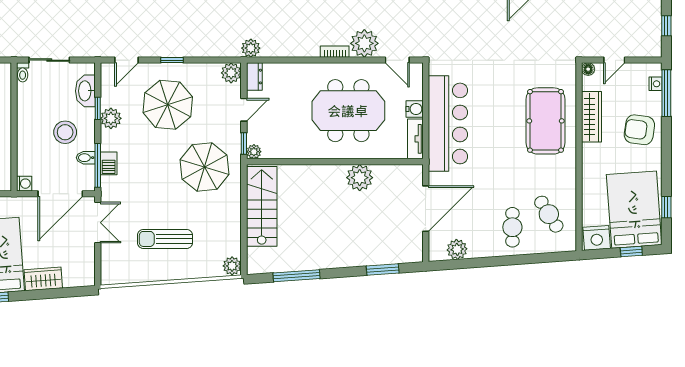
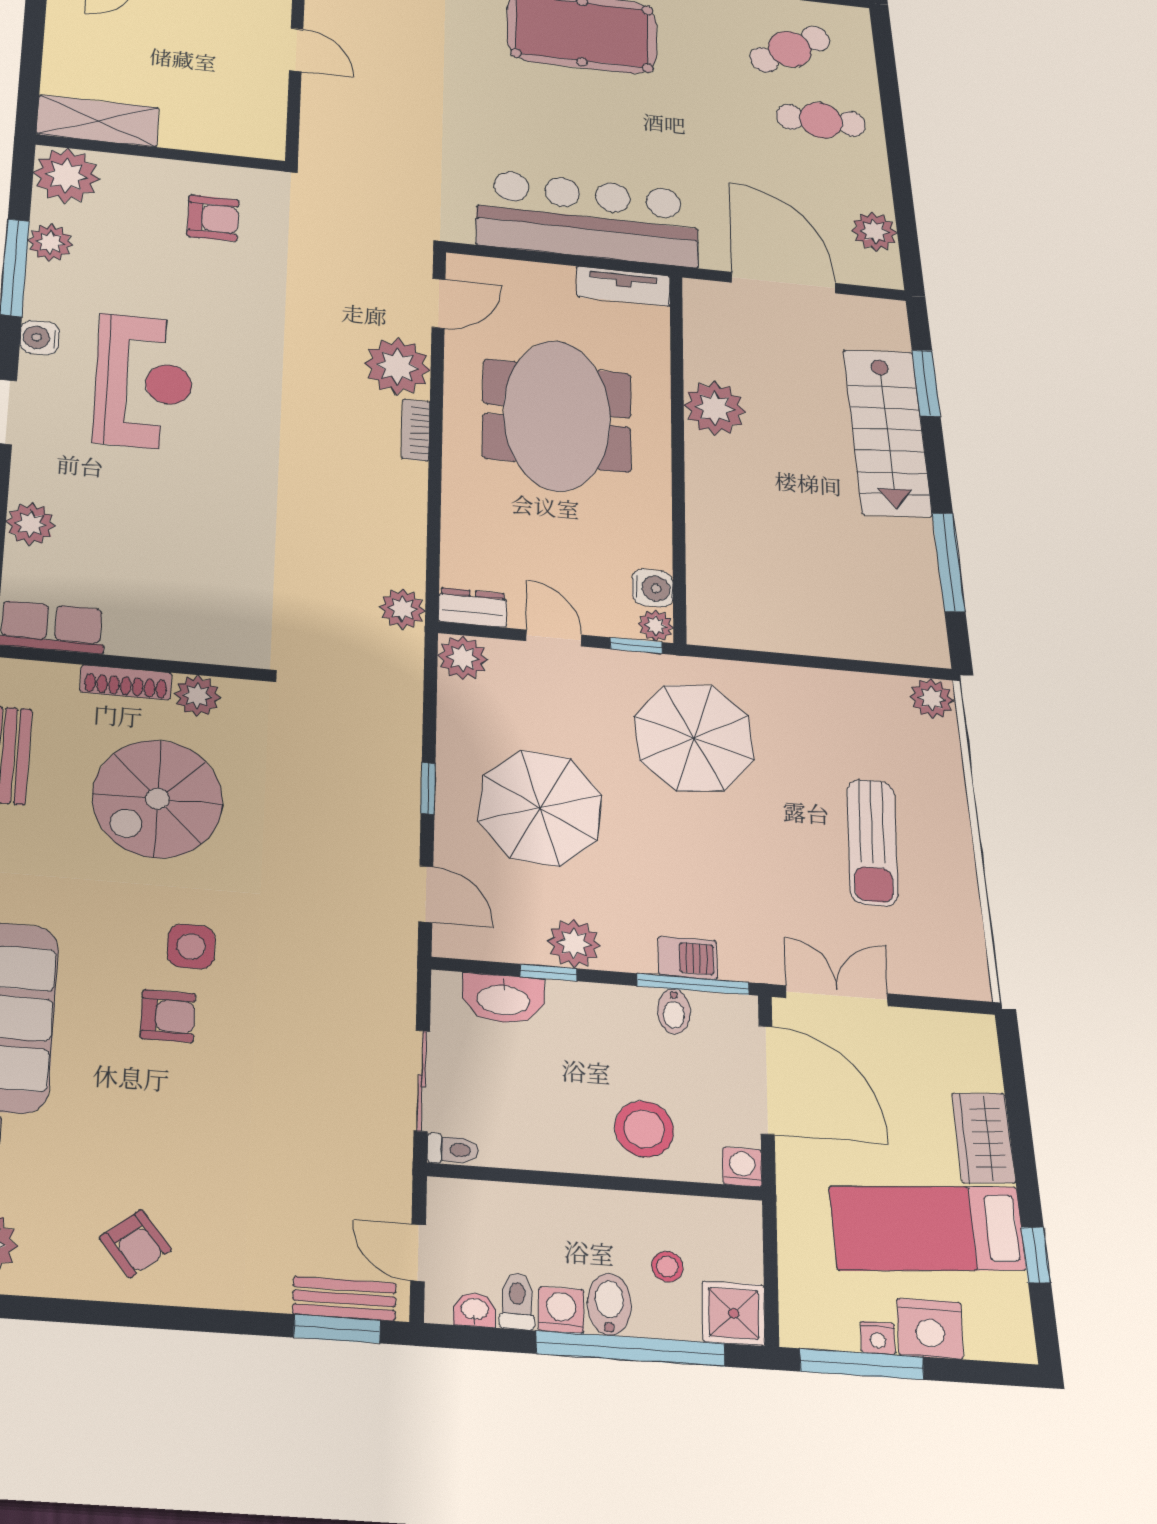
water cooler: (415, 109) -> (653, 588), moved, turned 90
stool: (65, 132) -> (644, 1129), moved
stairs: (262, 206) -> (888, 433), moved, turned -94

